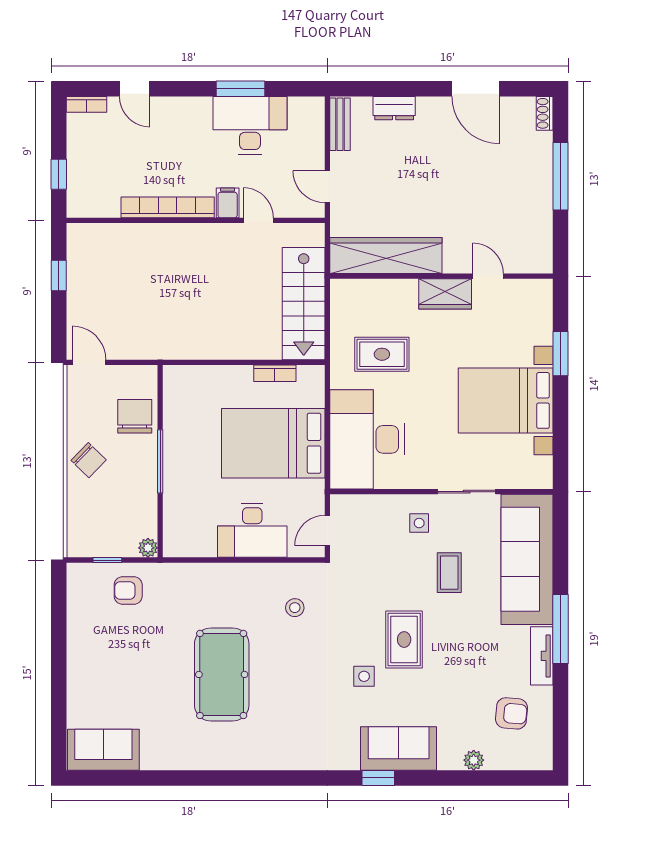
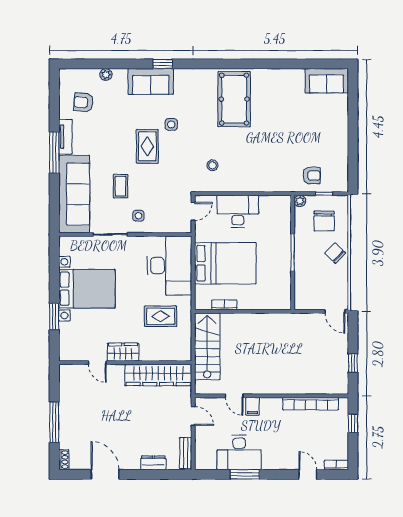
bookcase: (168, 207) -> (311, 404), moved
chair: (135, 416) -> (324, 221), moved
pool table: (222, 674) -> (234, 99), moved

